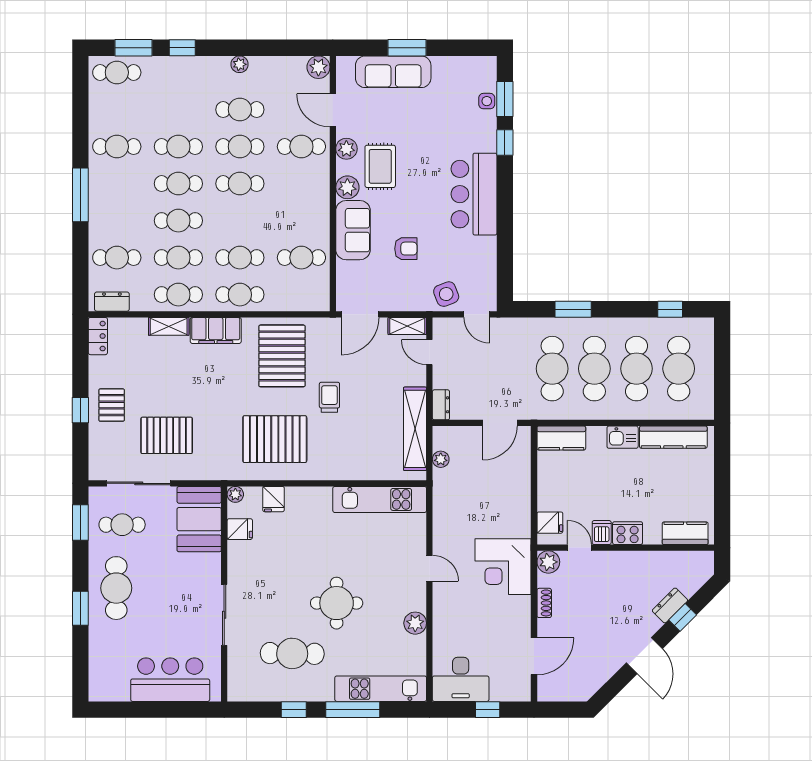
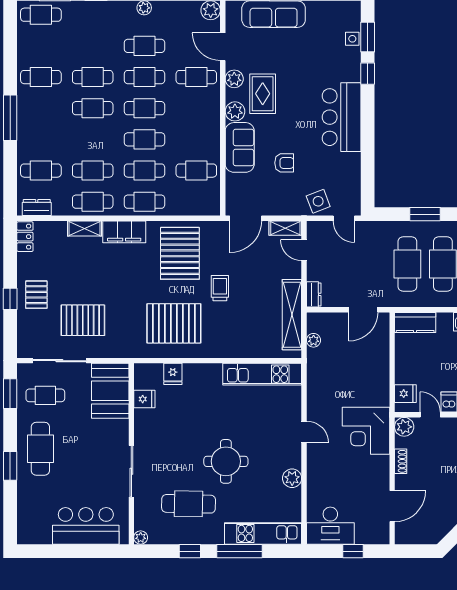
cafe table: (178, 221) -> (144, 139), moved
plant: (235, 494) -> (141, 537), moved

